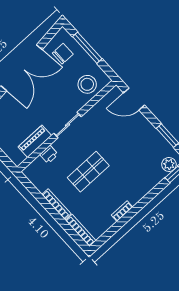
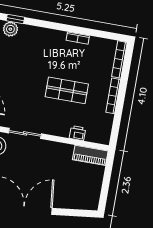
sliding door: (68, 125) -> (25, 133), moved
piano: (35, 141) -> (90, 155), moved

